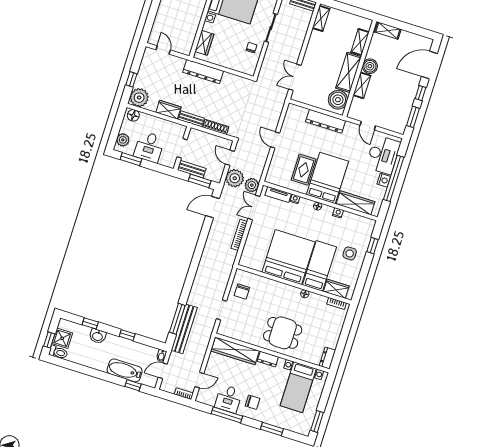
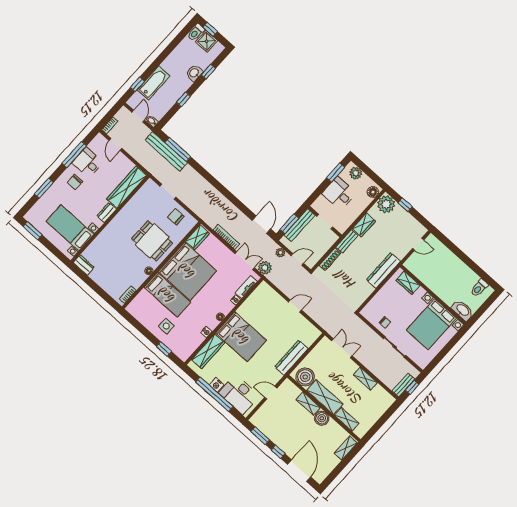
shelving: (321, 18) -> (365, 379), moved
bench: (192, 169) -> (300, 225), width x1.36
rug: (304, 170) -> (258, 319), removed
plant: (235, 178) -> (280, 253), width x0.53, depth x0.53
wardrobe: (336, 289) -> (197, 237), moved
dining table: (283, 333) -> (152, 241), moved, turned 90

